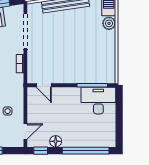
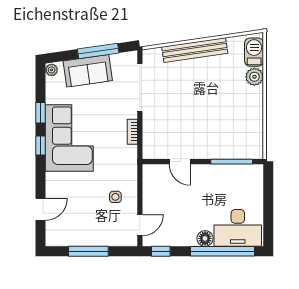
door: (44, 85) -> (180, 162), moved
desk: (98, 101) -> (238, 228), moved, turned 180
floor lamp: (56, 141) -> (205, 238), moved

